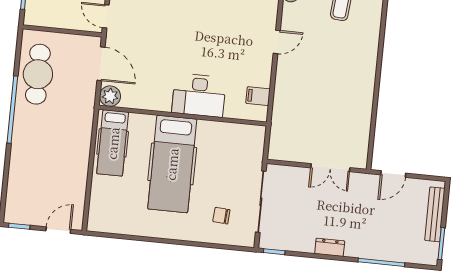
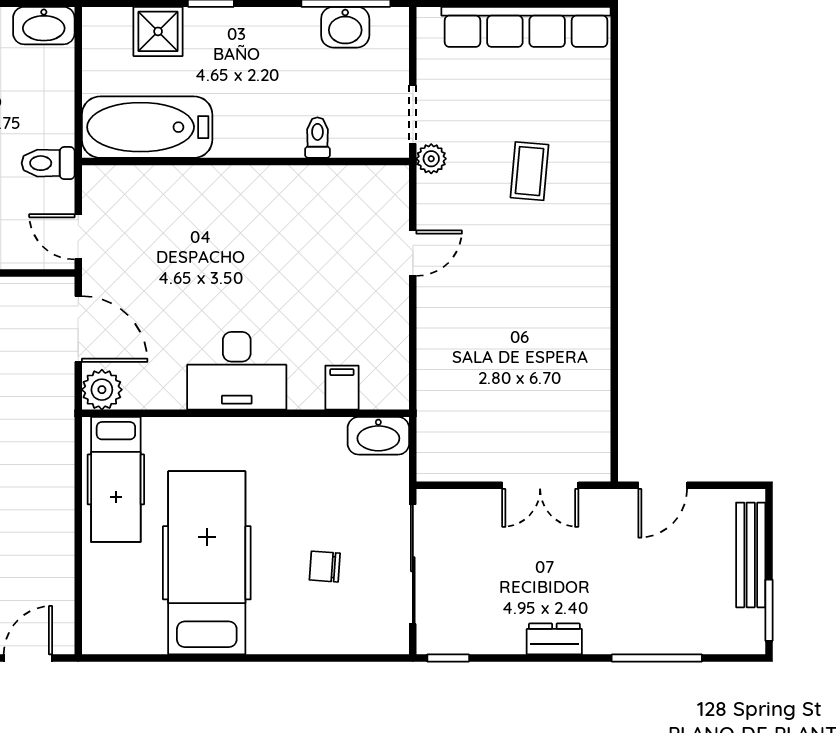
desk: (199, 95) -> (237, 371), moved
filing cabinet: (258, 96) -> (342, 388), moved, turned 90
washbasin: (250, 134) -> (378, 436), added
hospital bed: (172, 164) -> (207, 563), moved, turned 180
chair: (221, 216) -> (325, 567), moved

